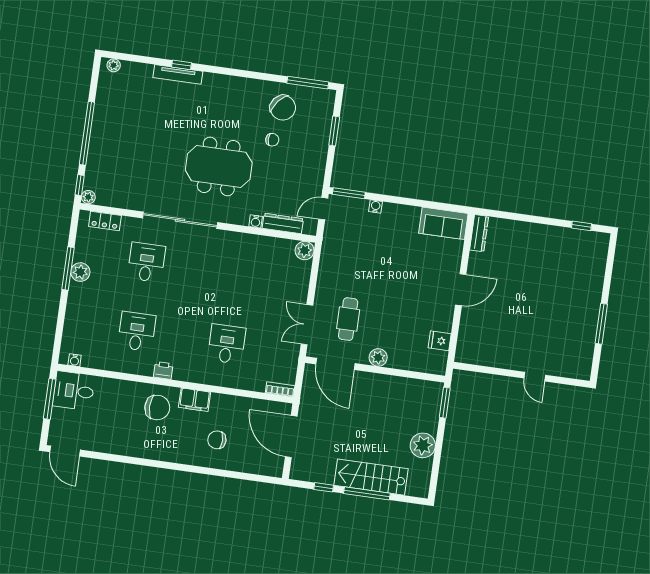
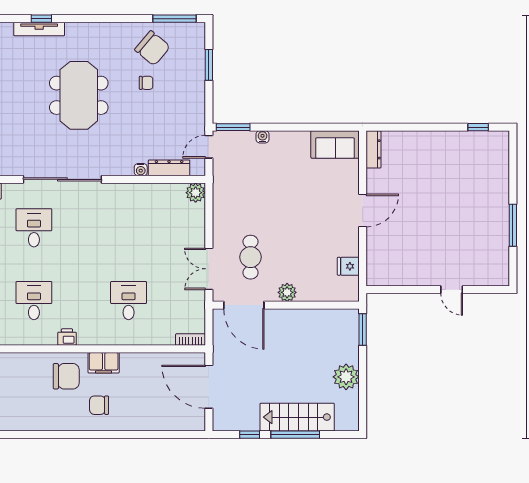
meeting table: (219, 166) -> (79, 95), moved, turned 90
chair: (217, 440) -> (99, 405), moved

